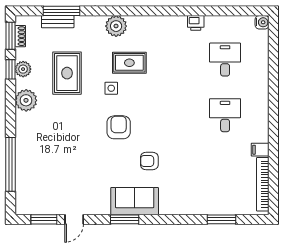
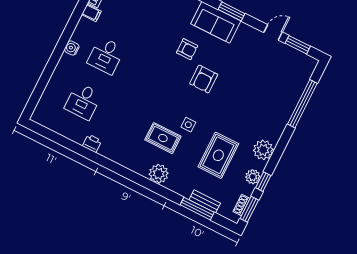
water cooler: (262, 22) -> (72, 48), moved
armchair: (119, 127) -> (204, 79), moved

